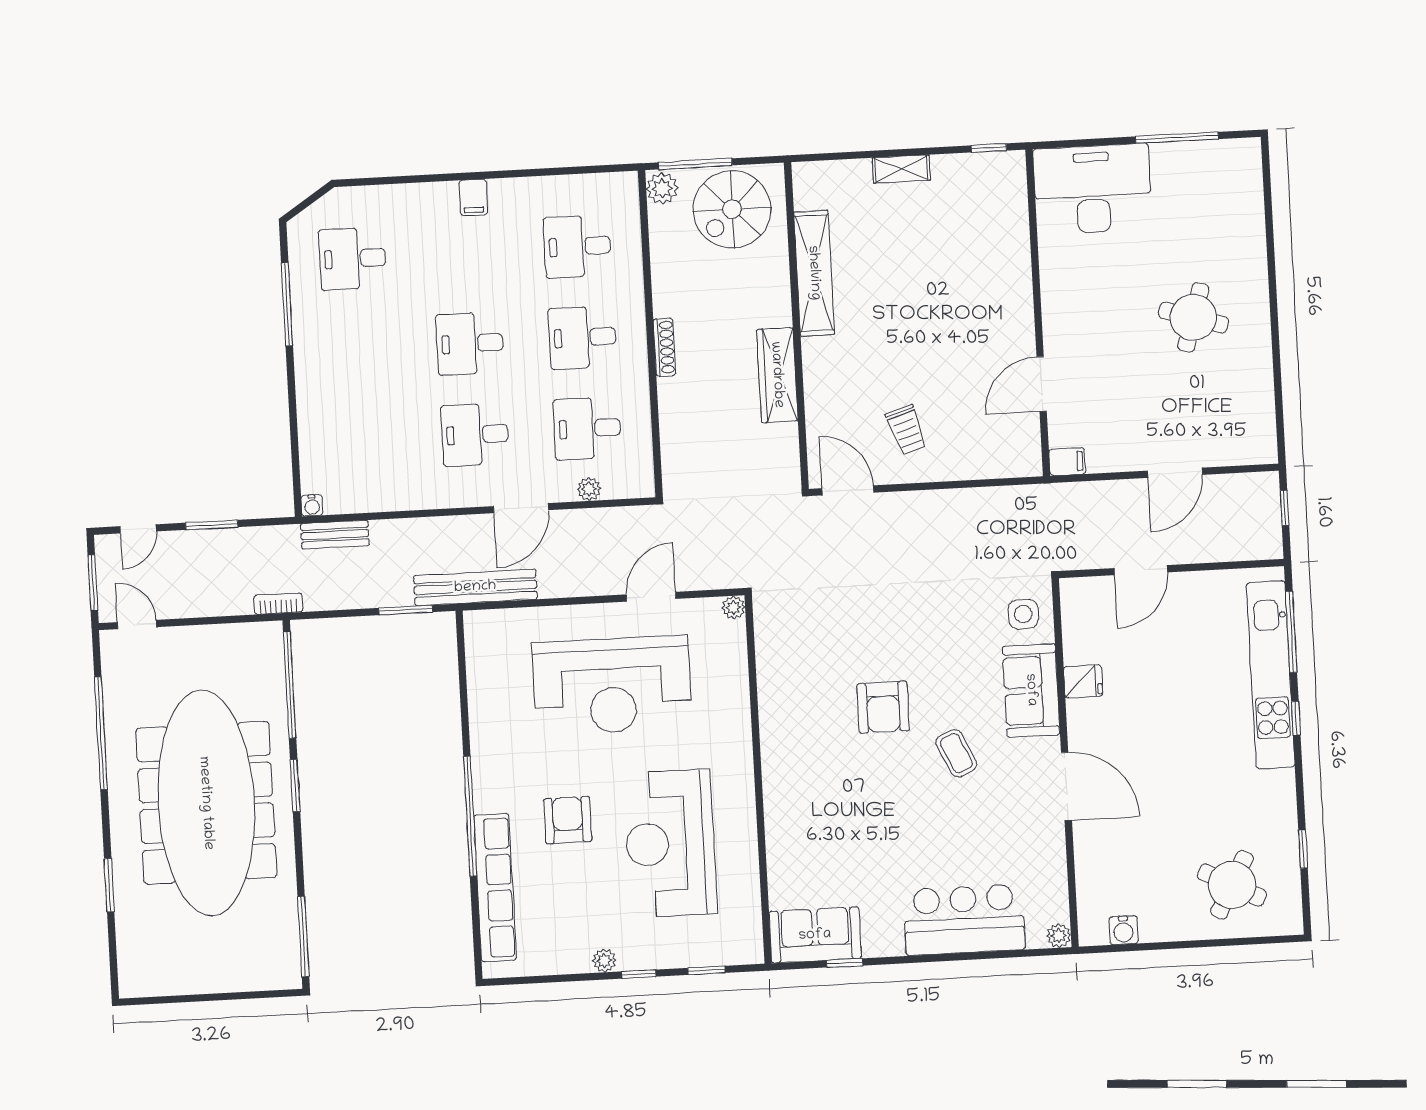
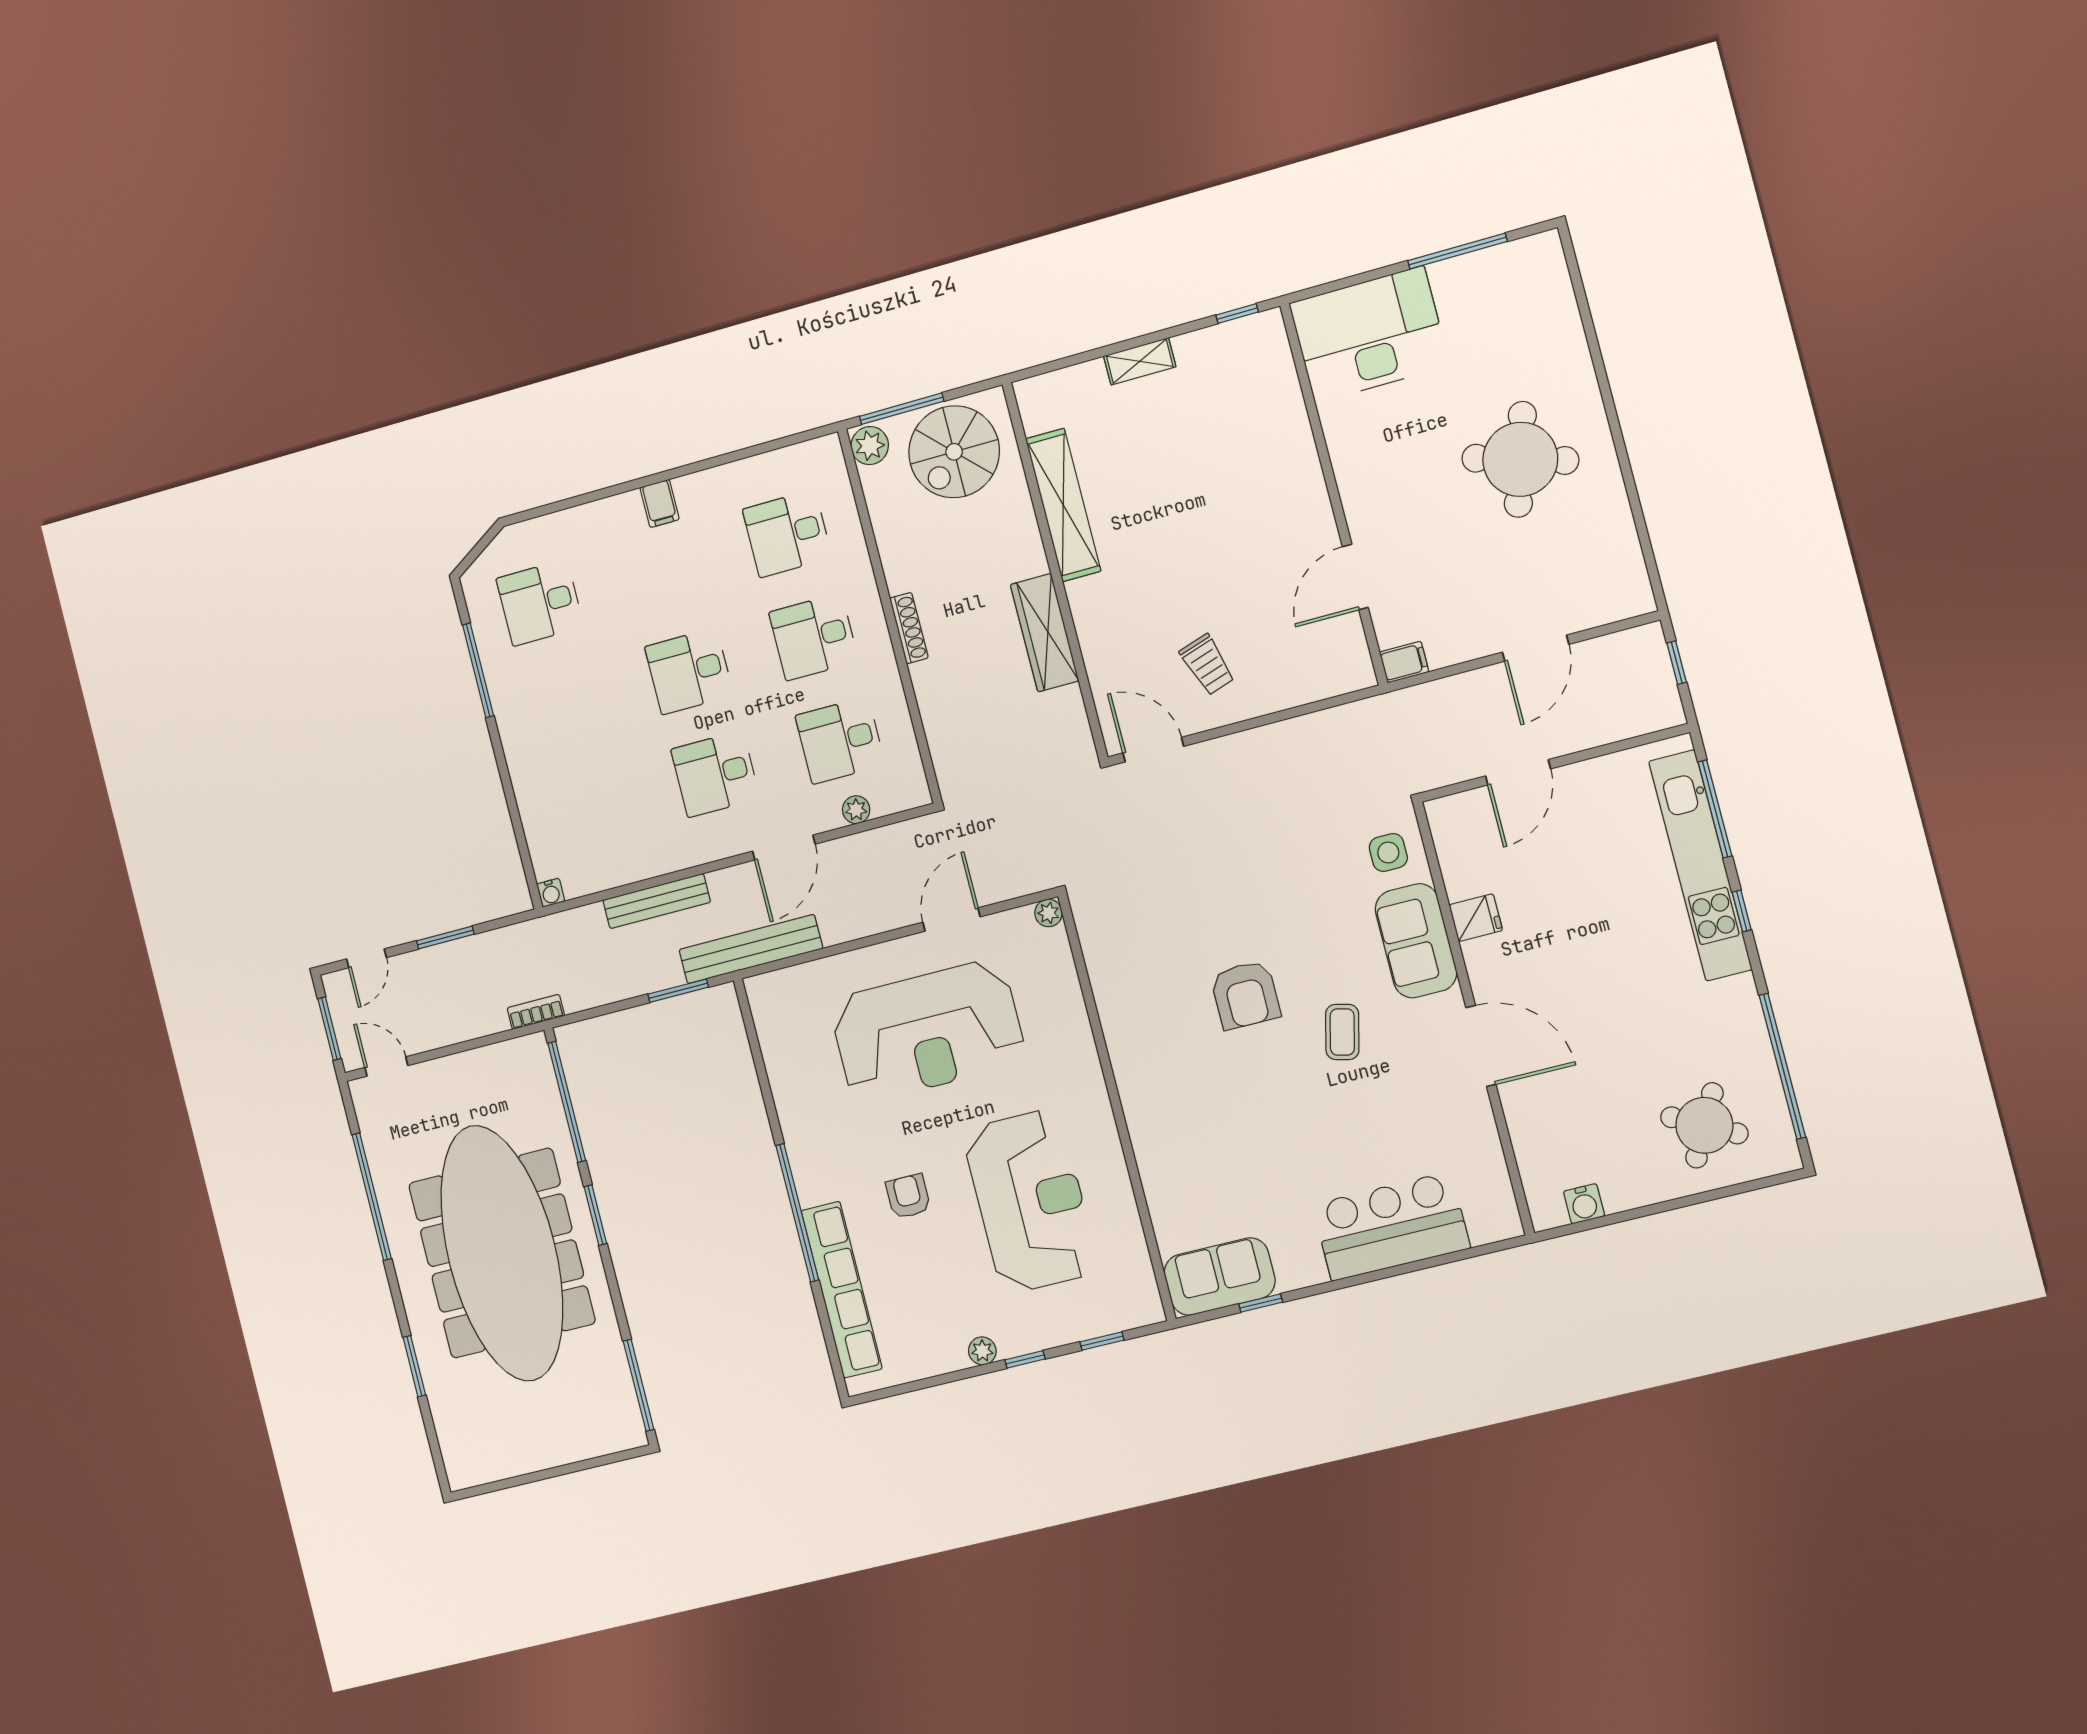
round table: (1193, 317) -> (1520, 459), width x1.36, depth x1.36
bench: (335, 535) -> (657, 901), moved, width x1.36
coffee table: (956, 753) -> (1342, 1032), turned 39
armchair: (568, 820) -> (908, 1196), width x0.72, depth x0.72
reception desk: (670, 843) -> (1030, 1201), turned 180
window: (1303, 849) -> (1782, 1066), width x3.17
plant: (1059, 936) -> (1508, 1224), removed

